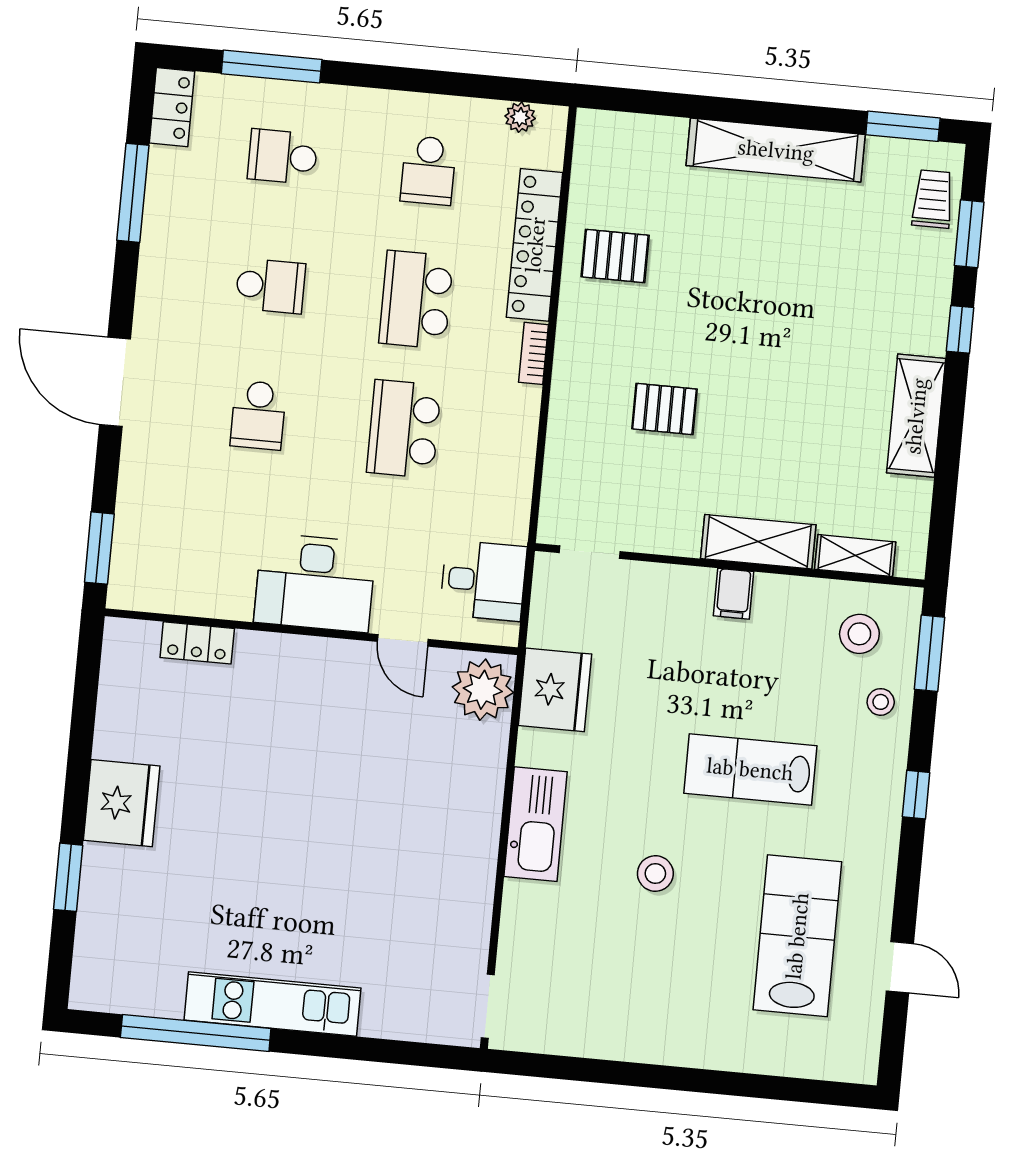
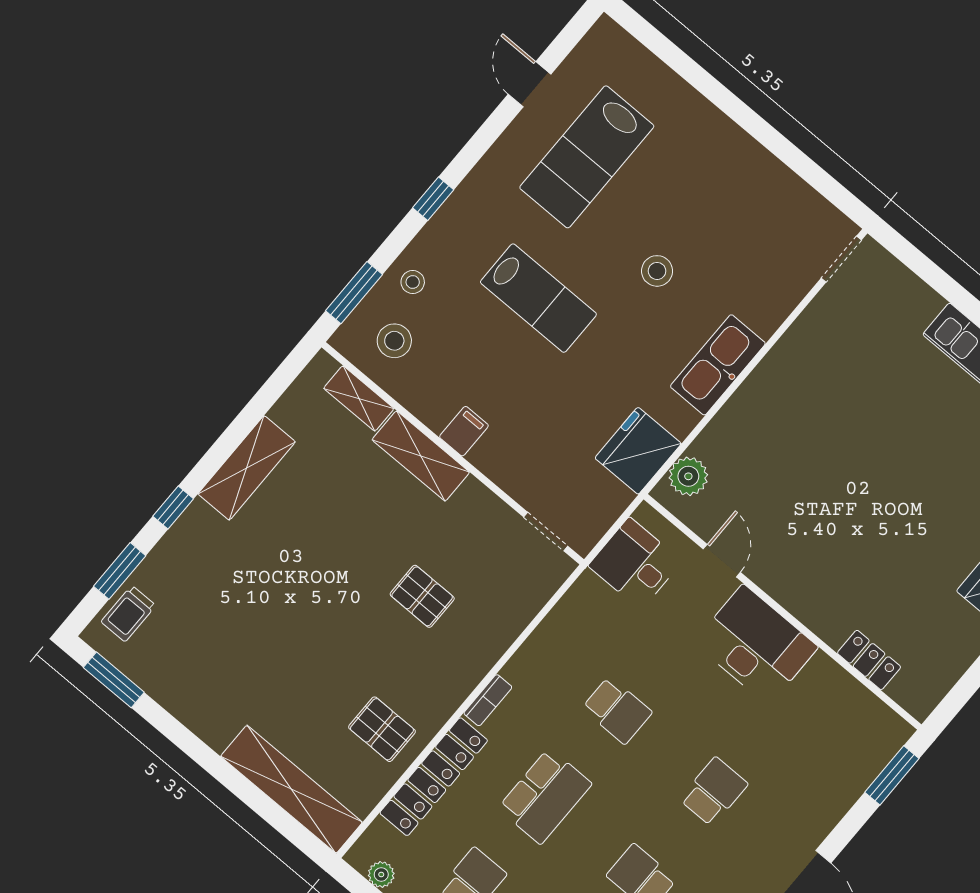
shelving: (776, 150) -> (291, 789), moved
school desk: (404, 429) -> (617, 710), width x0.54
plant: (483, 690) -> (688, 476), width x0.73, depth x0.73

